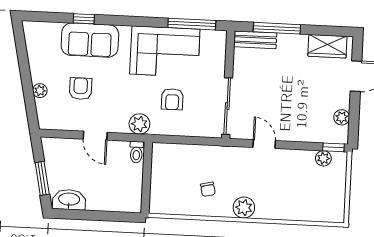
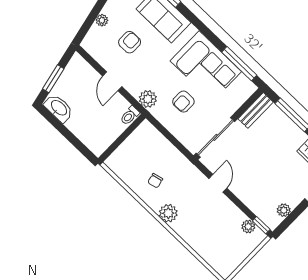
bench: (255, 40) -> (256, 110), moved, turned 90

